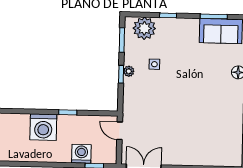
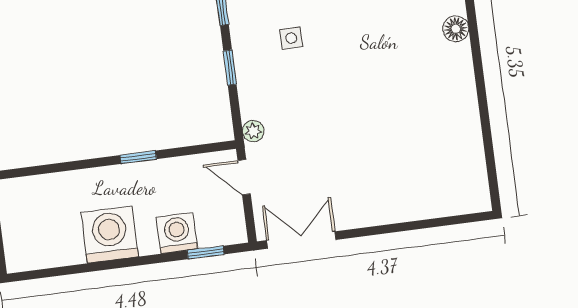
plant: (129, 71) -> (253, 131), moved
washing machine: (43, 127) -> (110, 235), moved, turned 180

